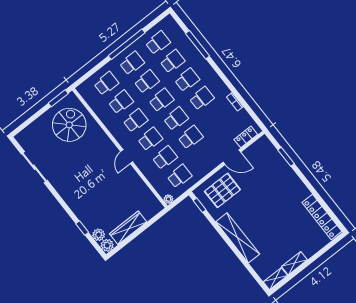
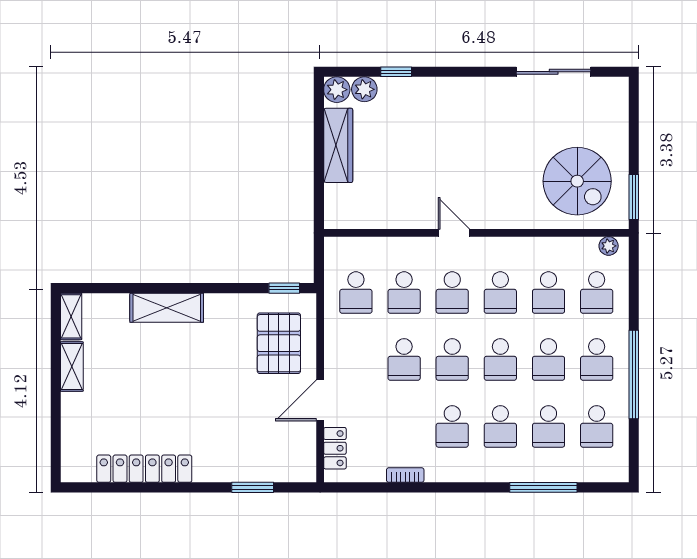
plant: (168, 199) -> (609, 246), moved
locker: (322, 217) -> (144, 469), moved
shelving: (238, 238) -> (167, 308), width x0.68

